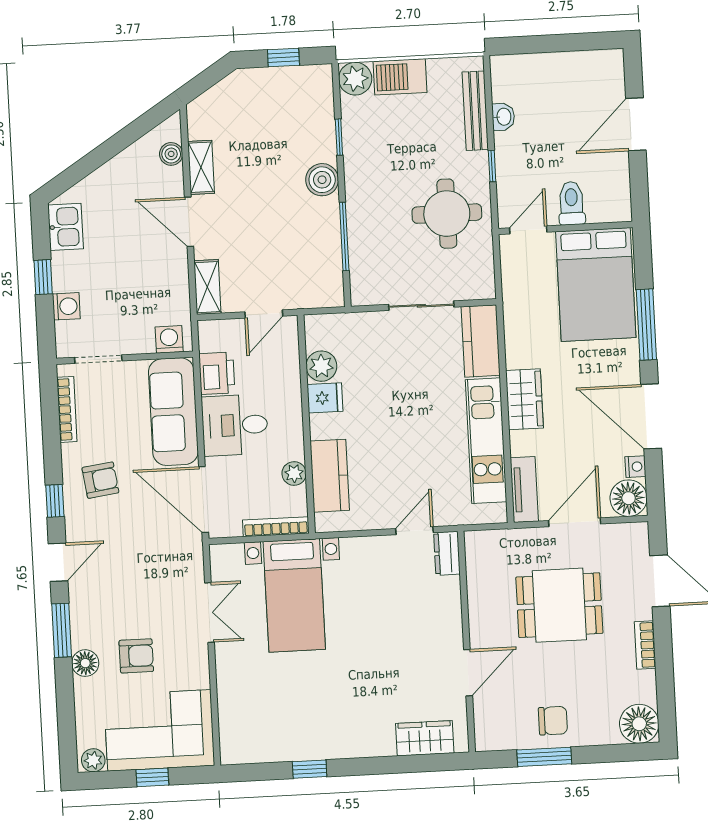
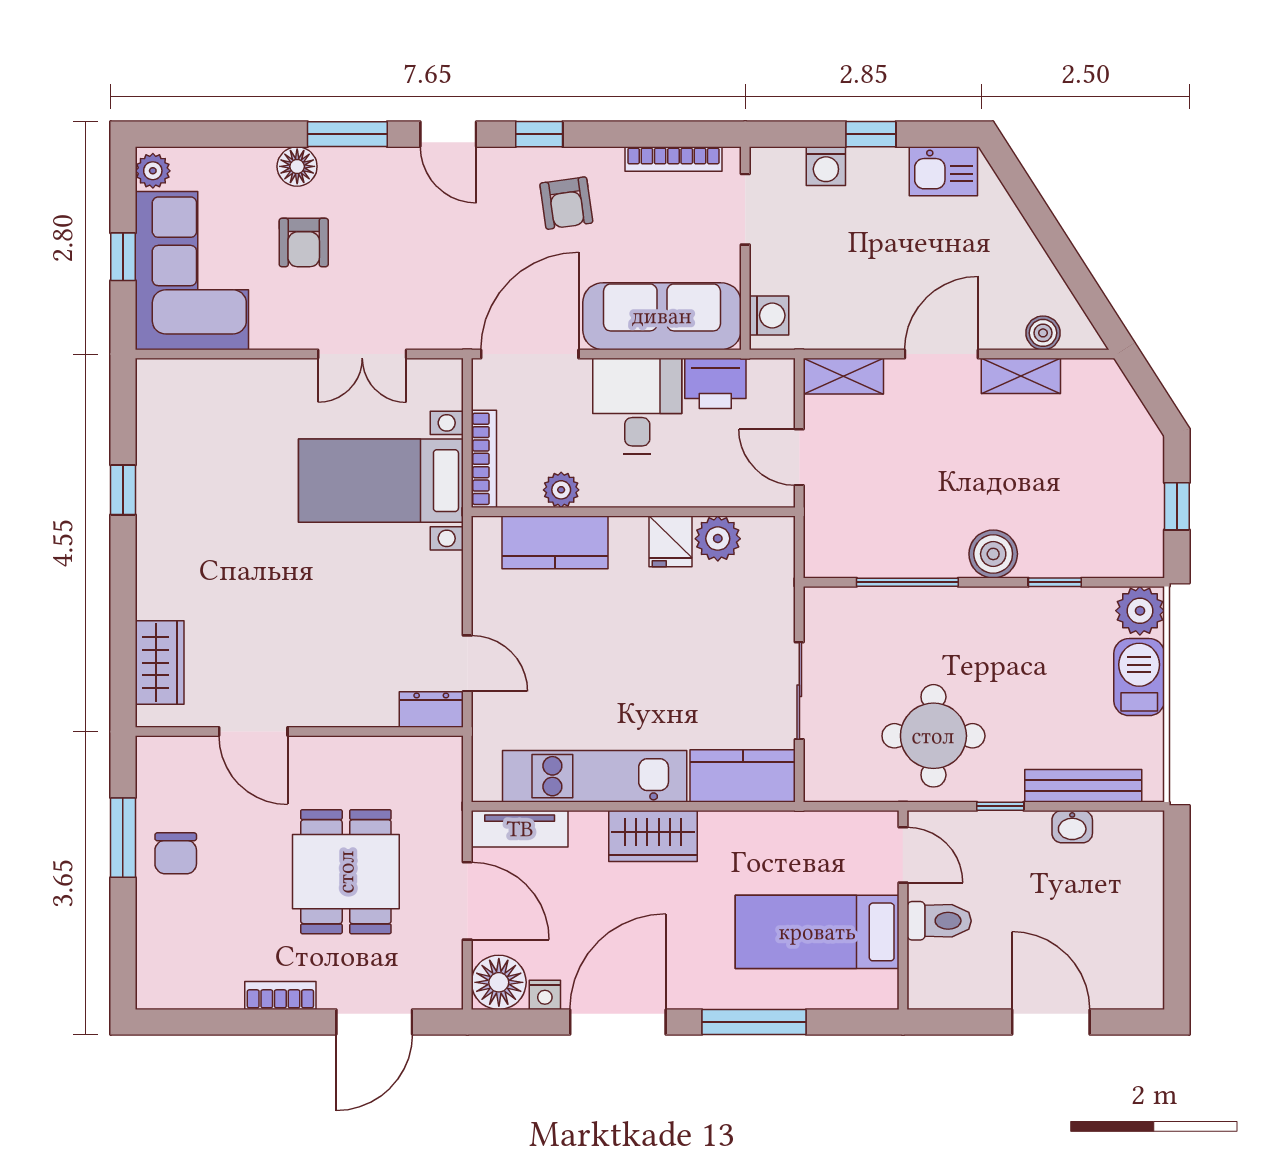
bed: (596, 284) -> (817, 932), width x0.67
floor lamp: (639, 724) -> (164, 981), removed

